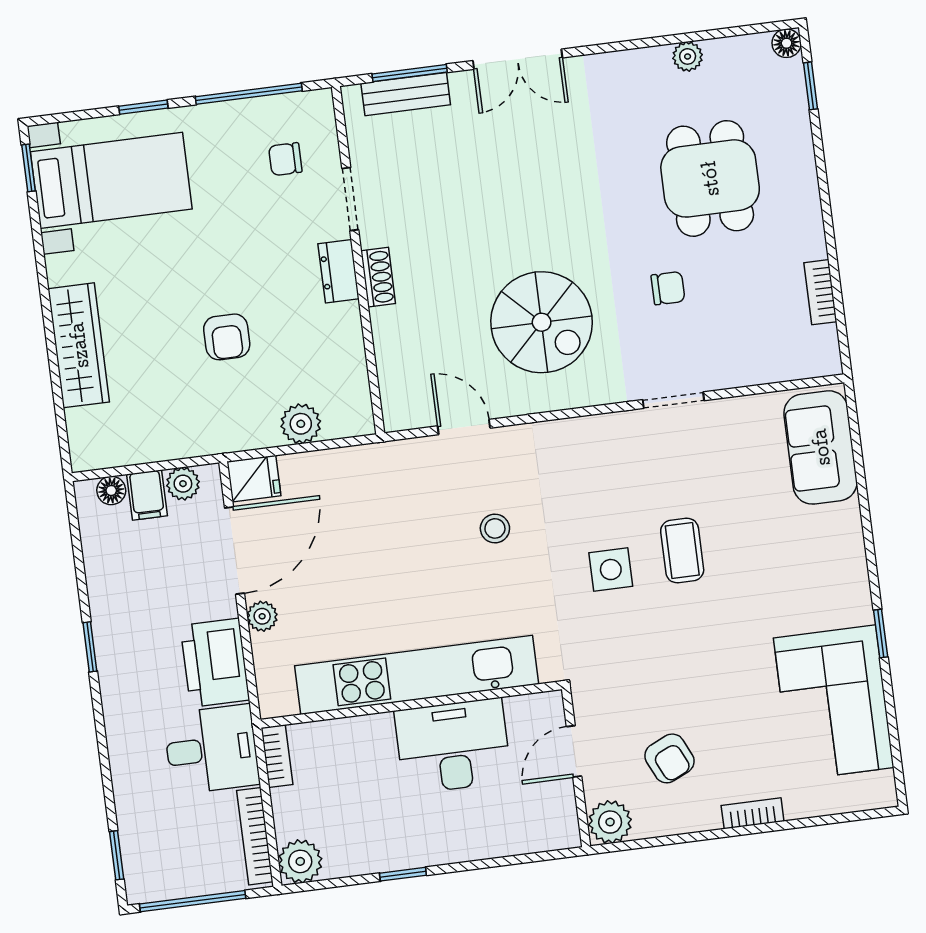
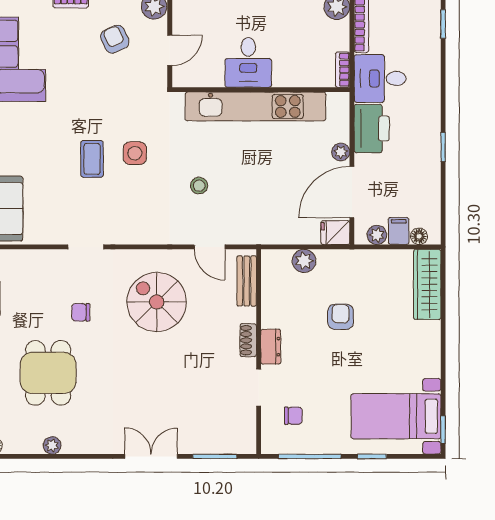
bench: (406, 94) -> (247, 281), moved, turned 90
wardrobe: (79, 345) -> (427, 284), moved
desk: (453, 746) -> (248, 62), width x0.73

